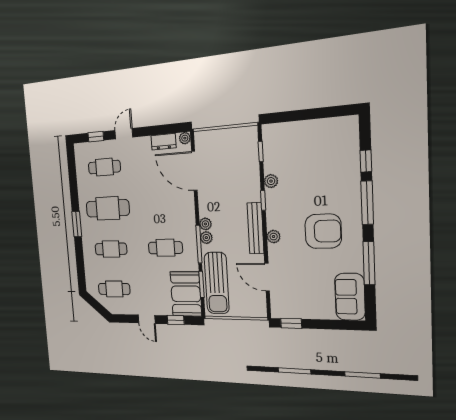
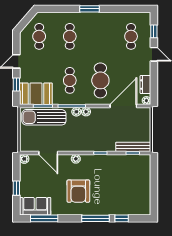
plant: (271, 181) -> (24, 159), moved
cafe table: (108, 208) -> (100, 80), moved
bench: (255, 228) -> (133, 147), moved
window: (369, 263) -> (44, 218), moved
door: (267, 277) -> (48, 153), swing flipped
window: (291, 323) -> (16, 188), moved

